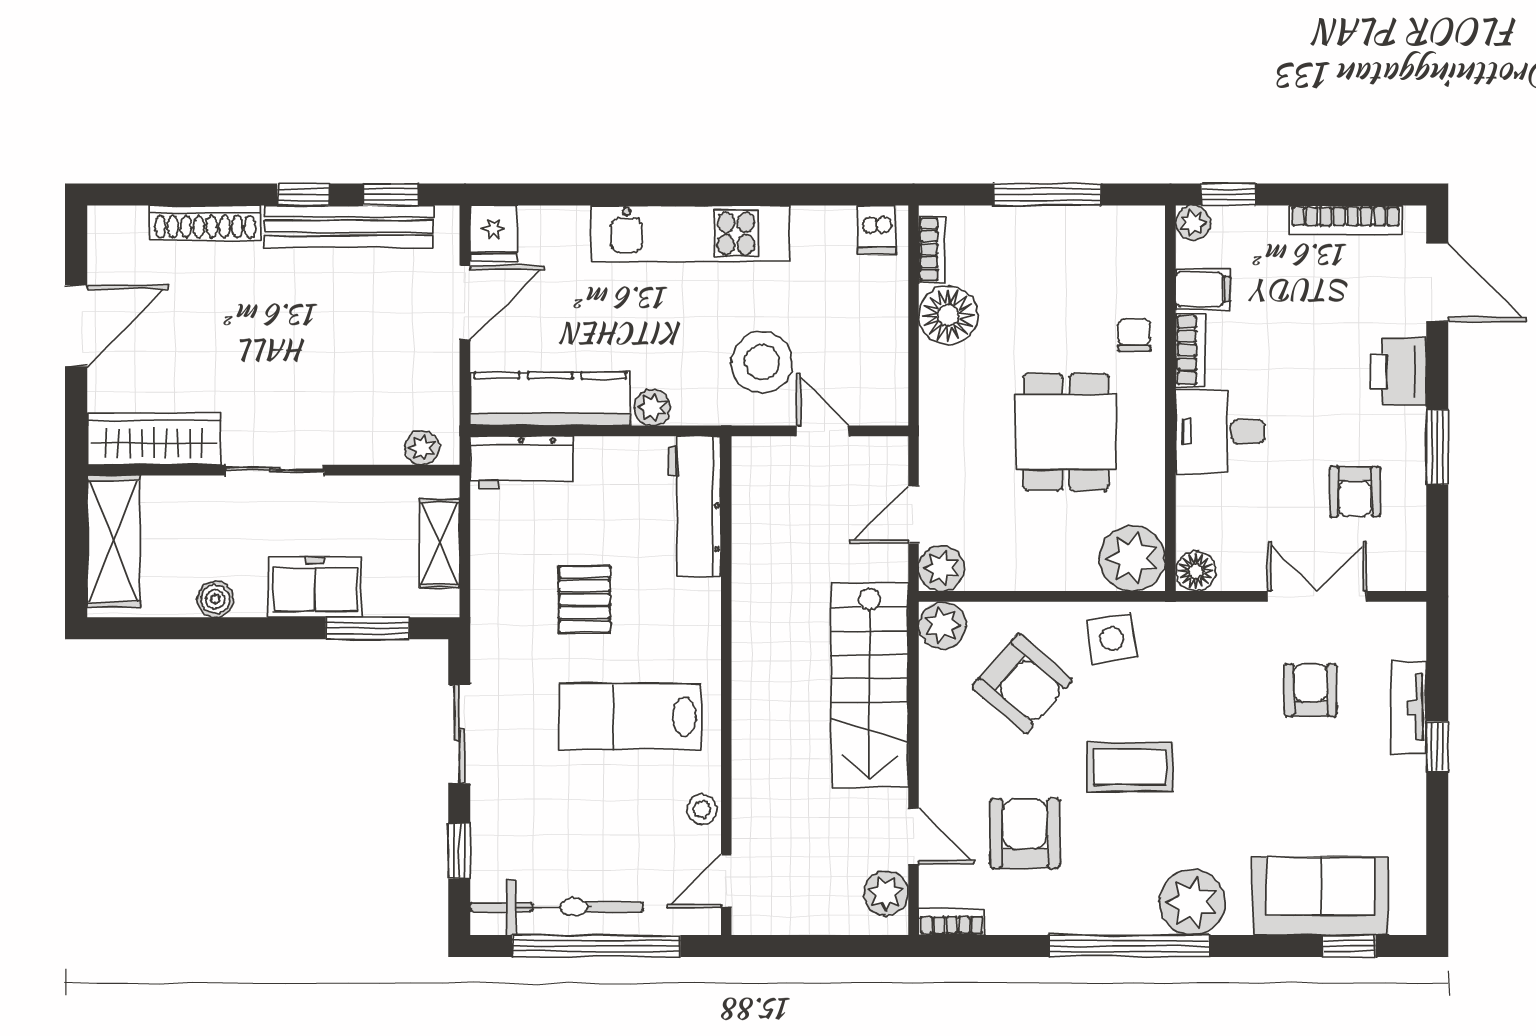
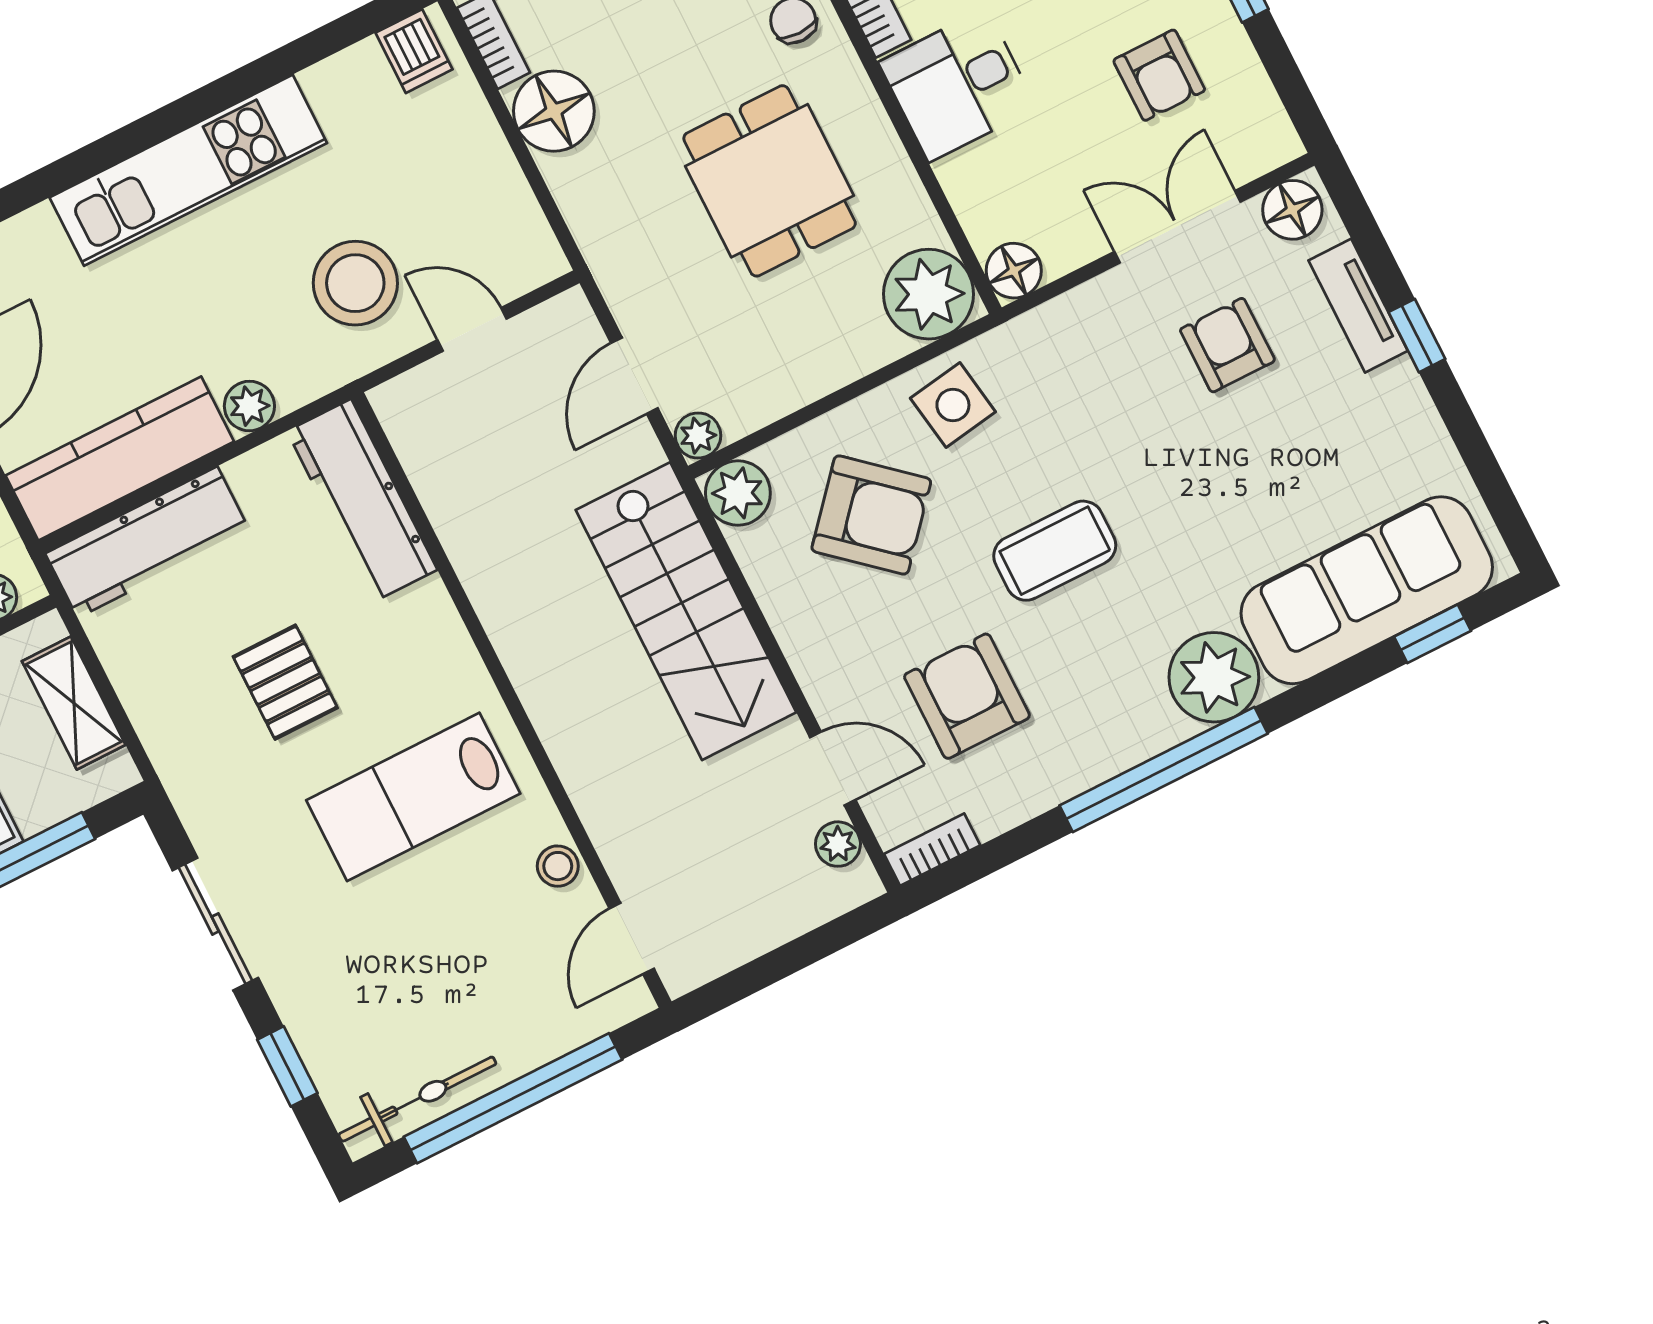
workbench: (522, 463) -> (147, 542), width x1.37
plant: (941, 568) -> (698, 436), width x0.73, depth x0.73
floor lamp: (1398, 623) -> (1292, 210), added
plant: (886, 893) -> (838, 844), width x0.73, depth x0.73
sofa: (1321, 896) -> (1367, 590), width x1.36
bicycle: (557, 907) -> (417, 1099), width x0.73, depth x0.71

